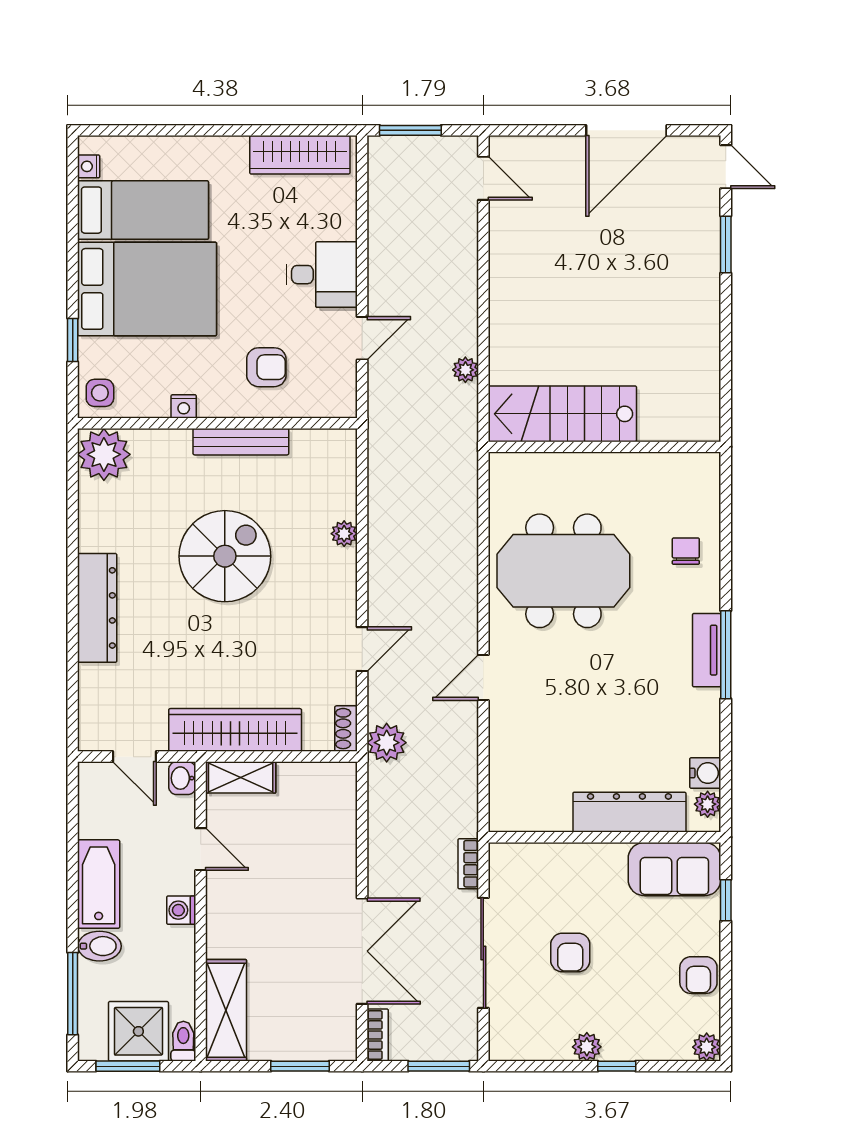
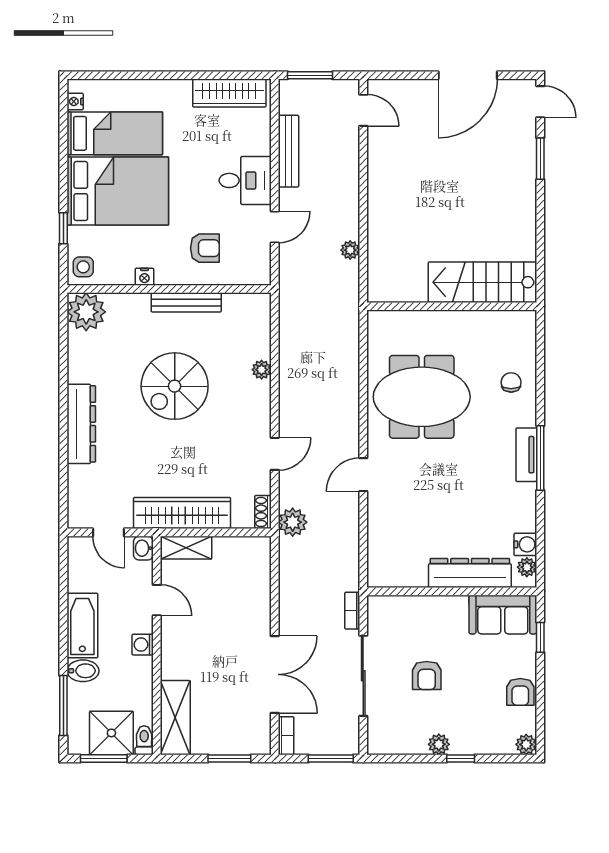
bench: (381, 234) -> (289, 151), added
stairs: (562, 414) -> (482, 282), moved
spiral stairs: (225, 556) -> (175, 386), turned 180

